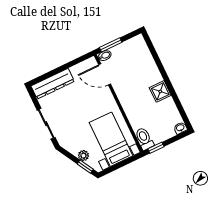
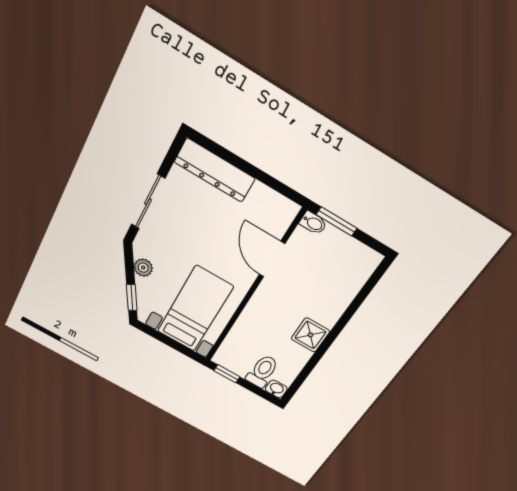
door: (105, 74) -> (272, 259), moved
toilet: (144, 139) -> (262, 371), moved
plant: (83, 156) -> (143, 268), moved

